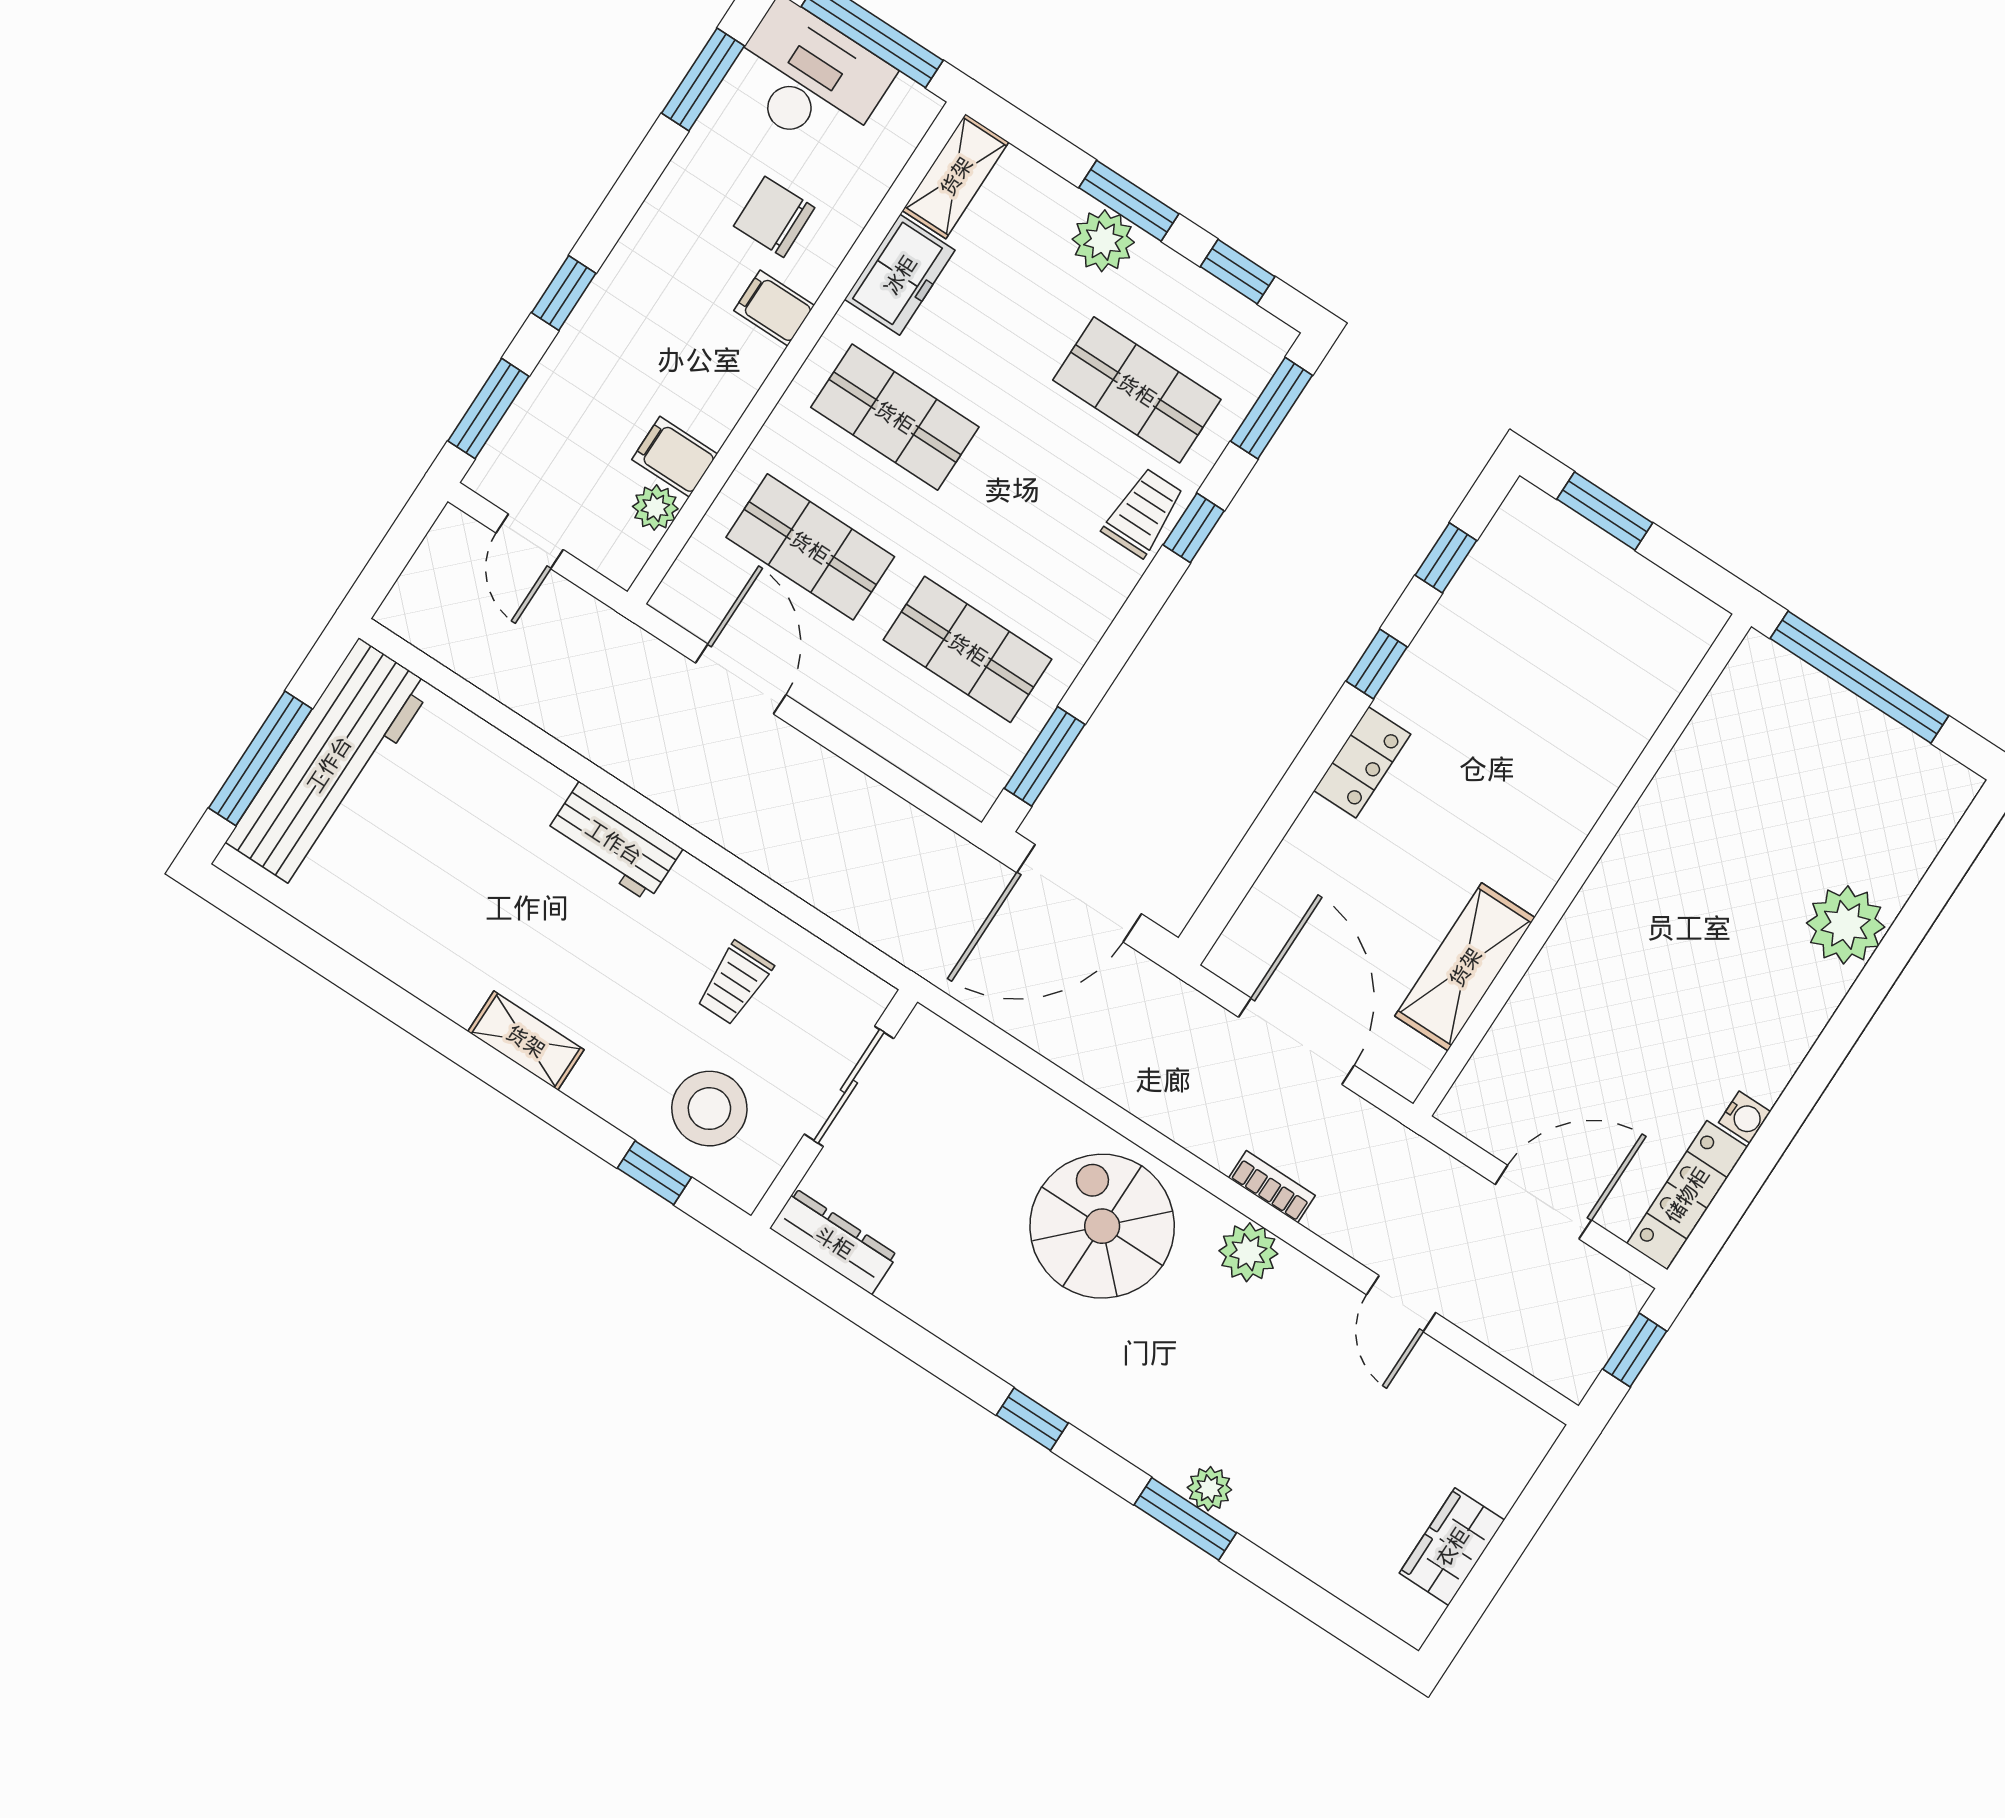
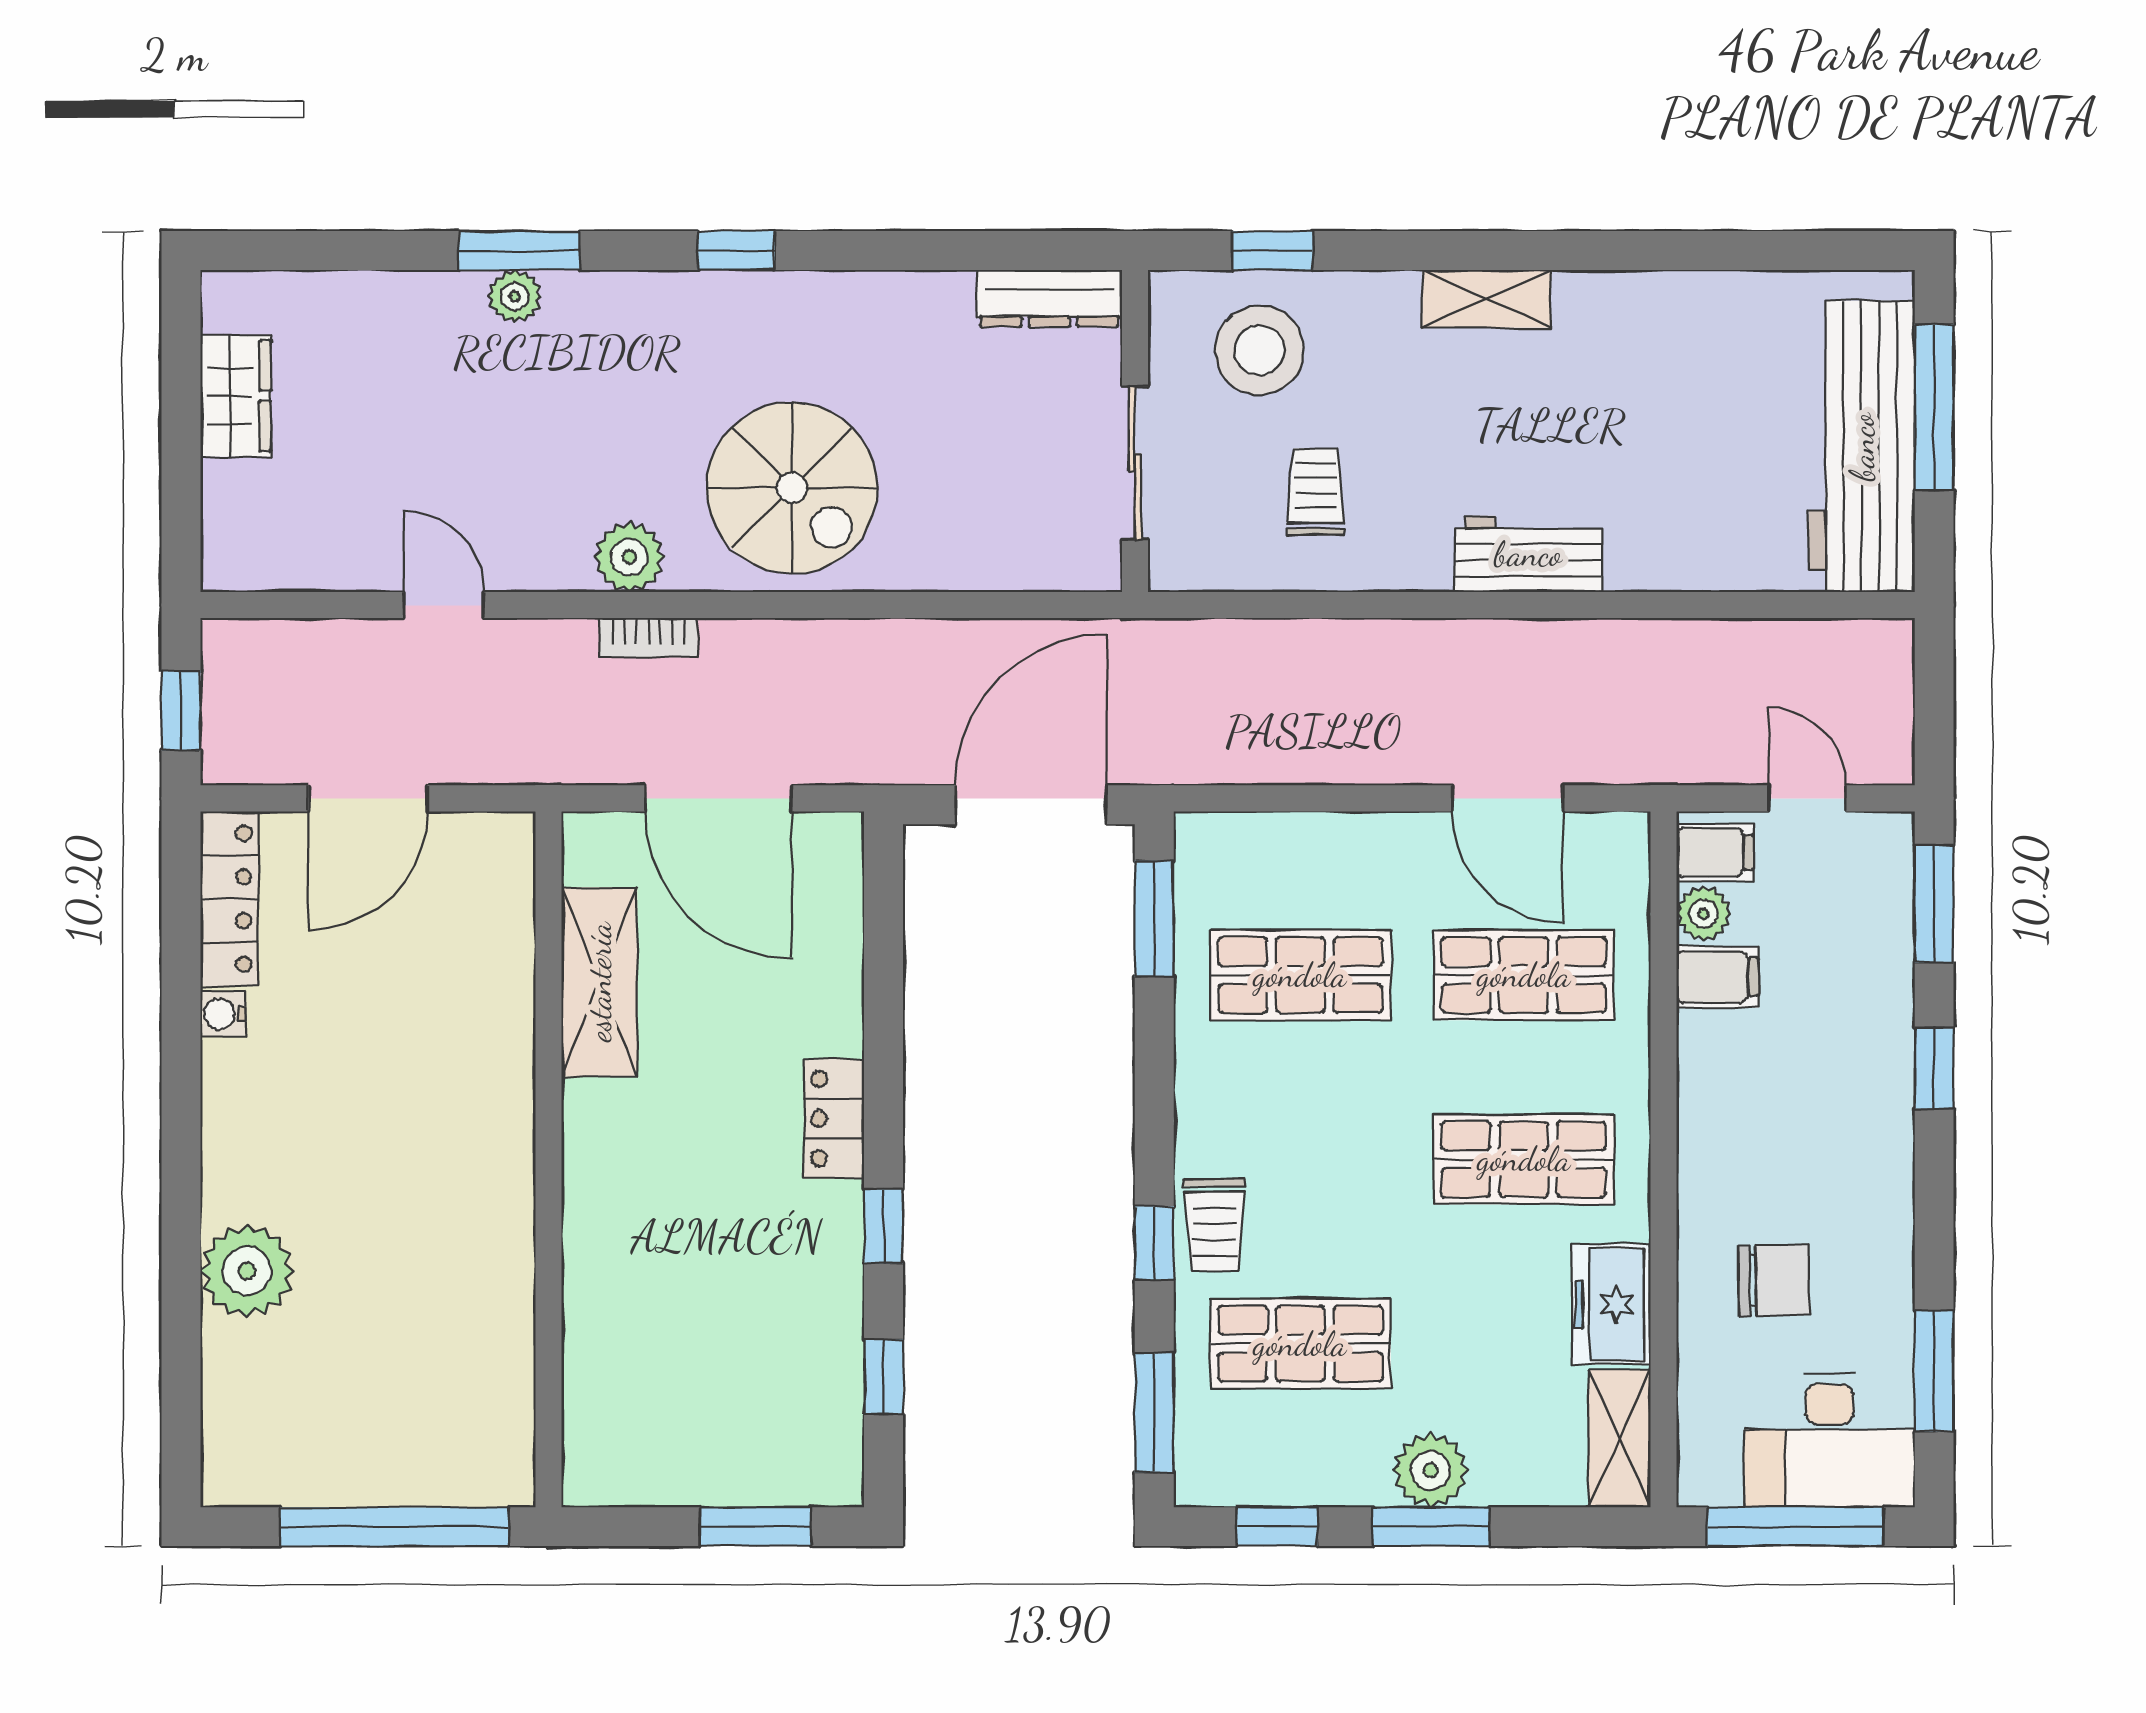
filing cabinet: (774, 308) -> (1715, 852), moved

